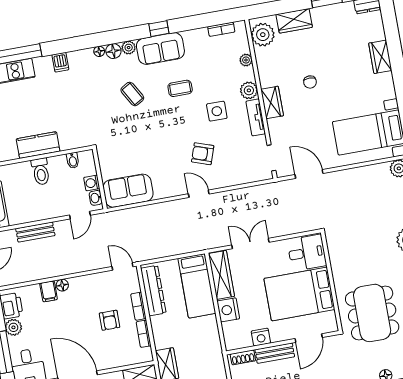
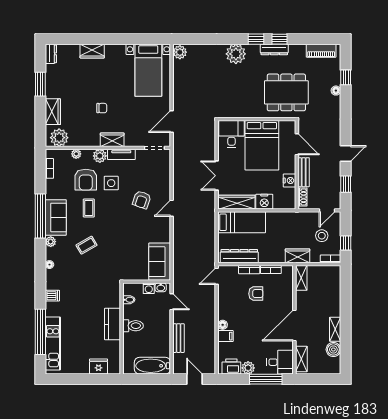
window: (159, 29) -> (40, 216), width x3.17
floor lamp: (113, 51) -> (51, 254), removed
armchair: (216, 78) -> (86, 180), added

